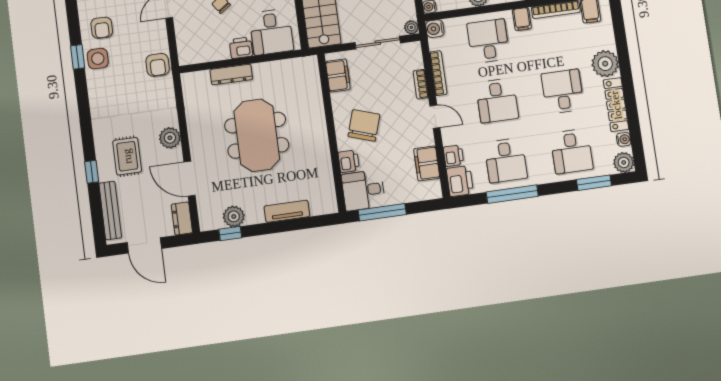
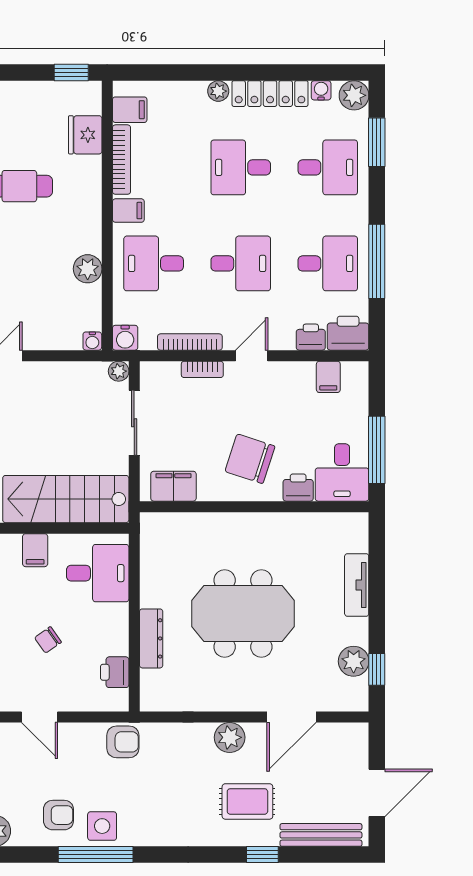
printer: (241, 48) -> (115, 672), moved
window: (78, 57) -> (96, 854), width x2.17
plant: (605, 64) -> (218, 91), width x0.53, depth x0.53
filing cabinet: (427, 163) -> (328, 377), width x0.50
dresser: (182, 218) -> (346, 735), removed

